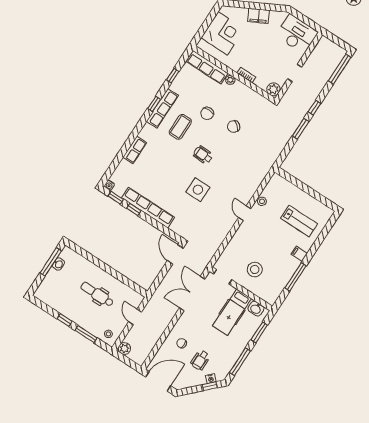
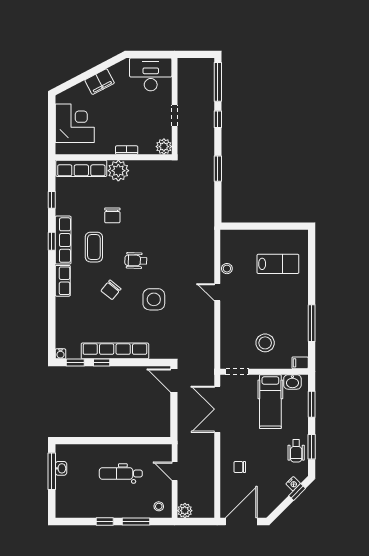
plant: (230, 80) -> (118, 171), width x1.88, depth x1.88
window: (314, 108) -> (218, 119), moved
chair: (234, 127) -> (111, 290), moved
row of seats: (135, 150) -> (63, 281), moved
filing cabinet: (299, 254) -> (300, 363), moved
wheelchair: (200, 360) -> (296, 451), moved
window: (240, 362) -> (312, 447), width x0.69

